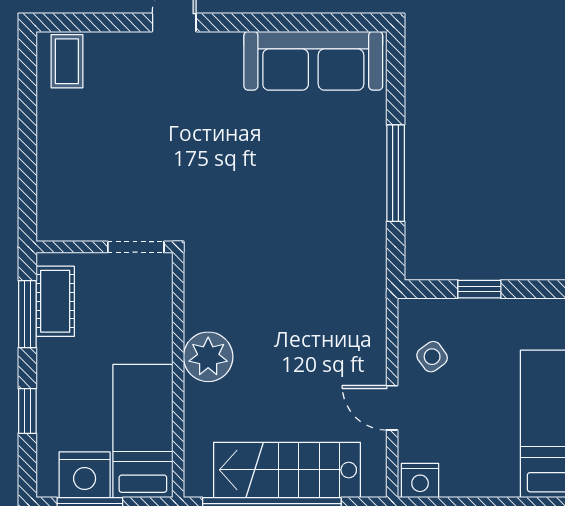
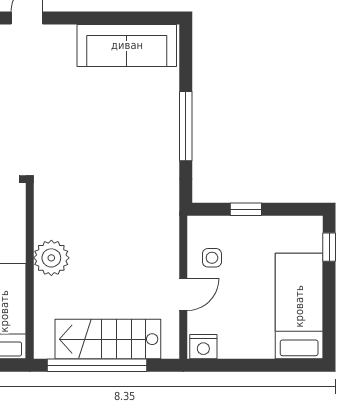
side table: (432, 357) -> (212, 258), turned 36
door: (392, 408) -> (183, 294), swing flipped

